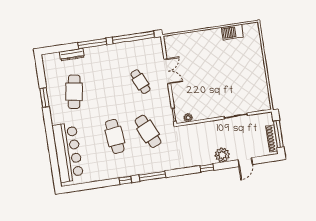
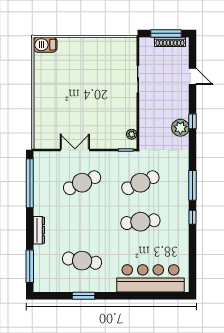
barbecue: (232, 32) -> (45, 45), moved, turned 90
window: (92, 44) -> (30, 266), moved
dresser: (72, 54) -> (39, 230), moved
cafe table: (140, 82) -> (82, 183), width x1.37, depth x1.35
plant: (222, 155) -> (180, 128), moved

